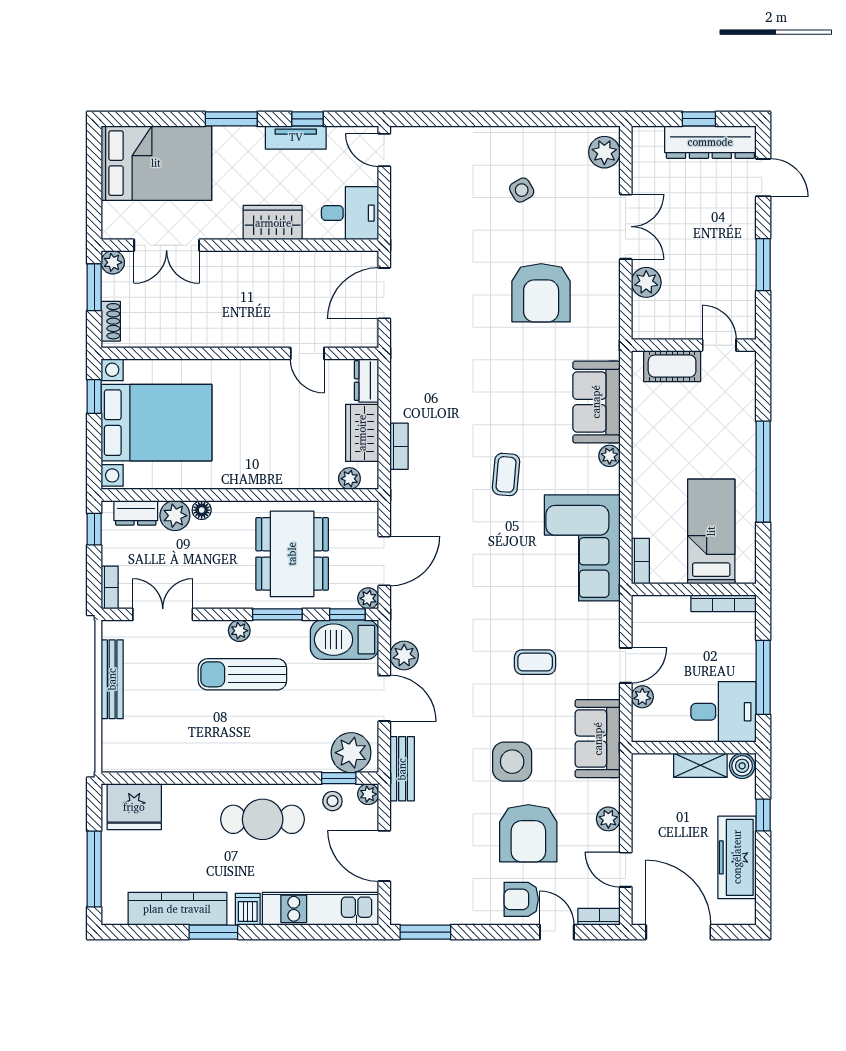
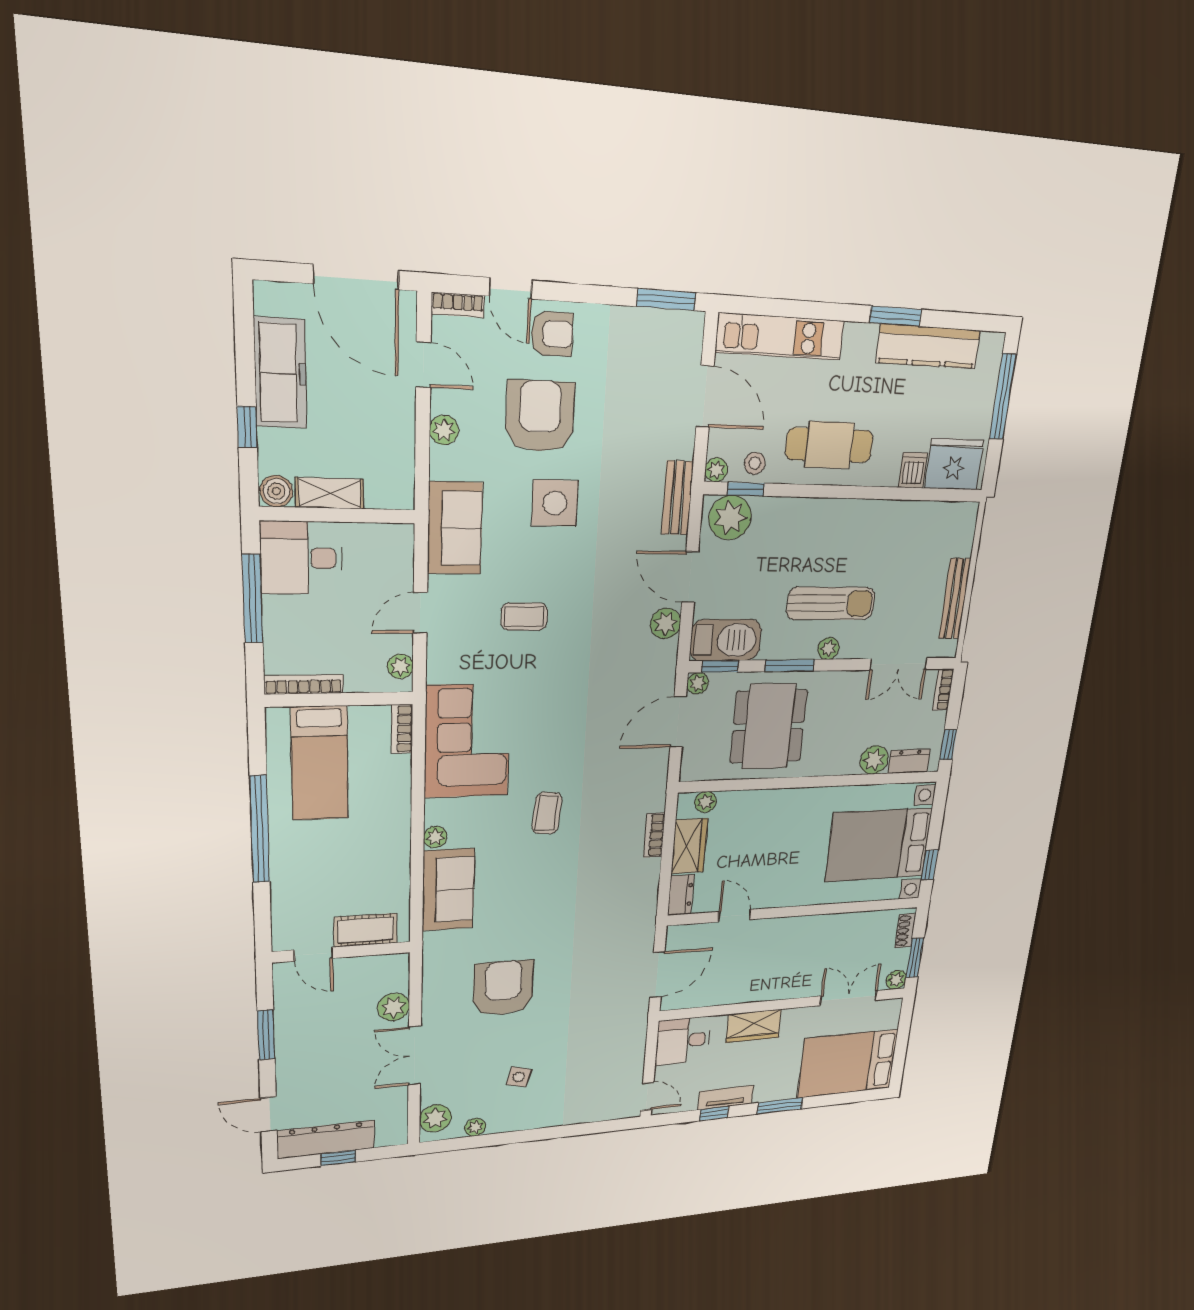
plant: (564, 136) -> (475, 1127), added
side table: (522, 190) -> (519, 1077), turned 45
floor lamp: (202, 510) -> (849, 766), removed
plant: (642, 697) -> (400, 666), moved
dishwasher: (248, 909) -> (913, 470), moved, turned 180

